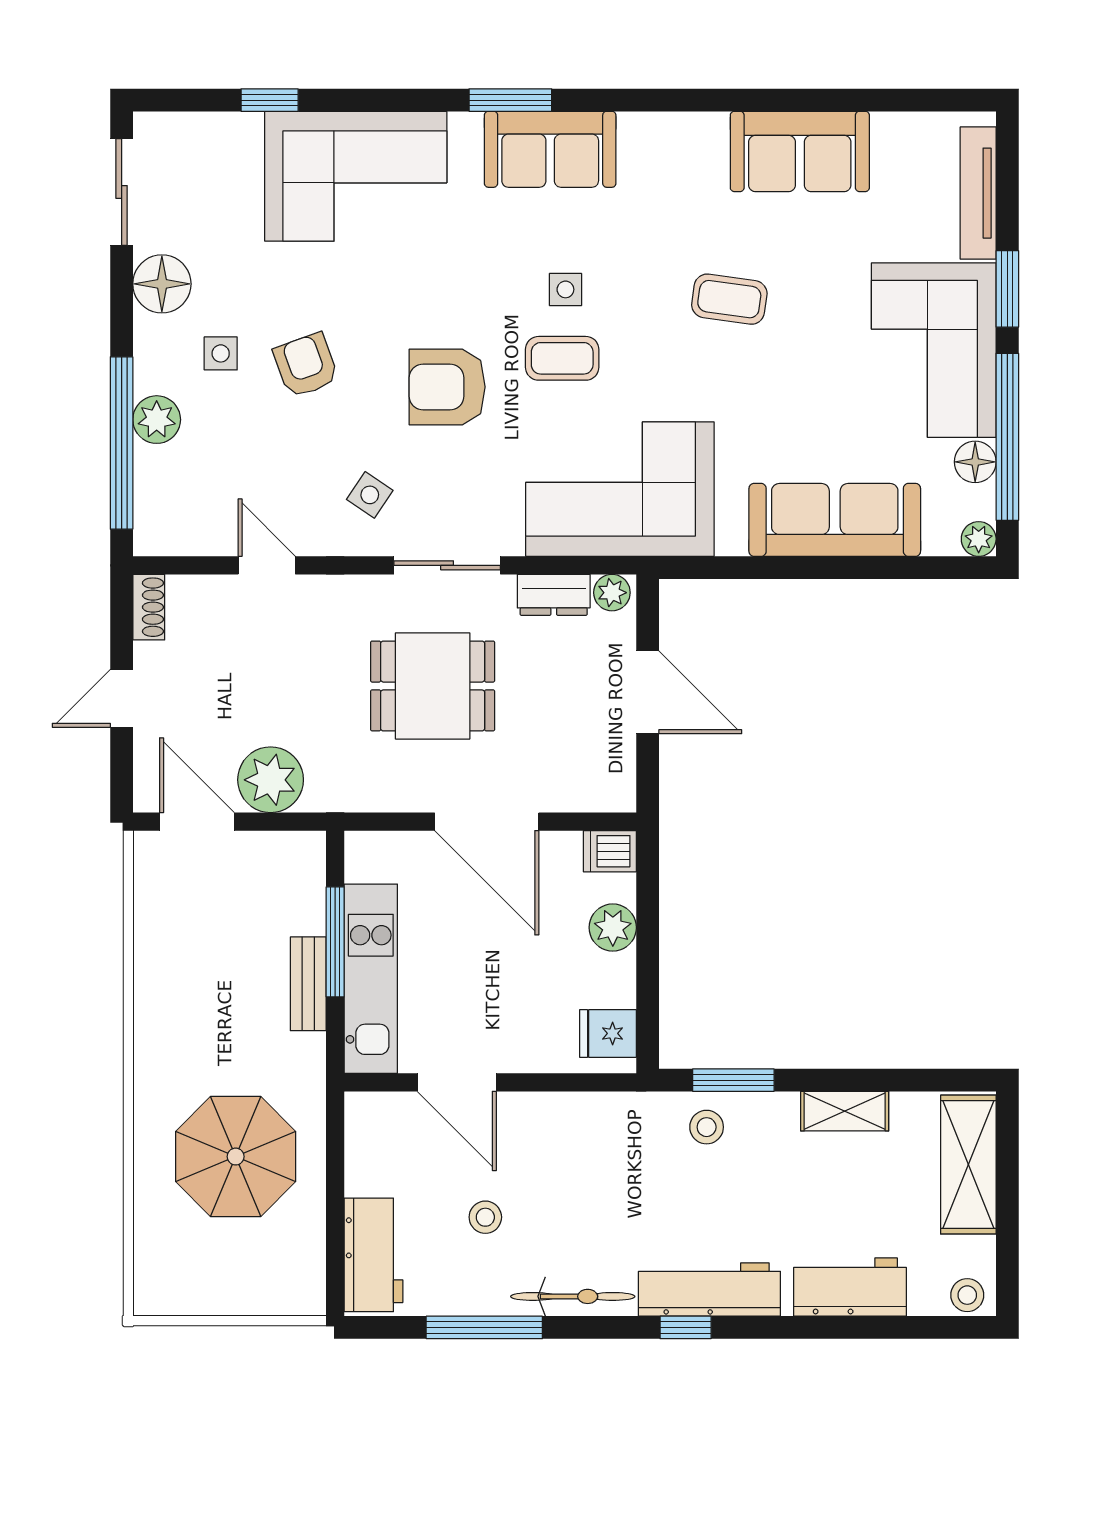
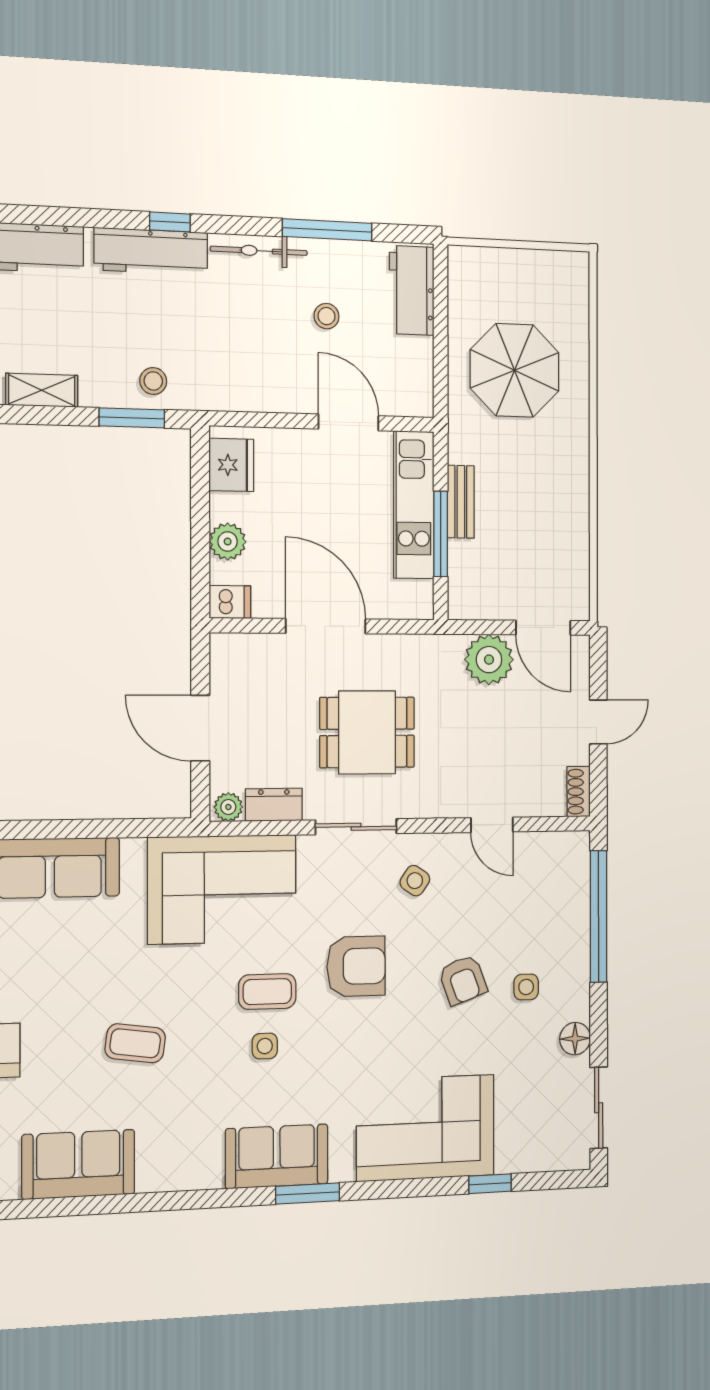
floor lamp: (162, 284) -> (575, 1039), width x0.73, depth x0.73
plant: (157, 420) -> (573, 935), removed
fridge: (608, 1033) -> (231, 465), width x1.38

